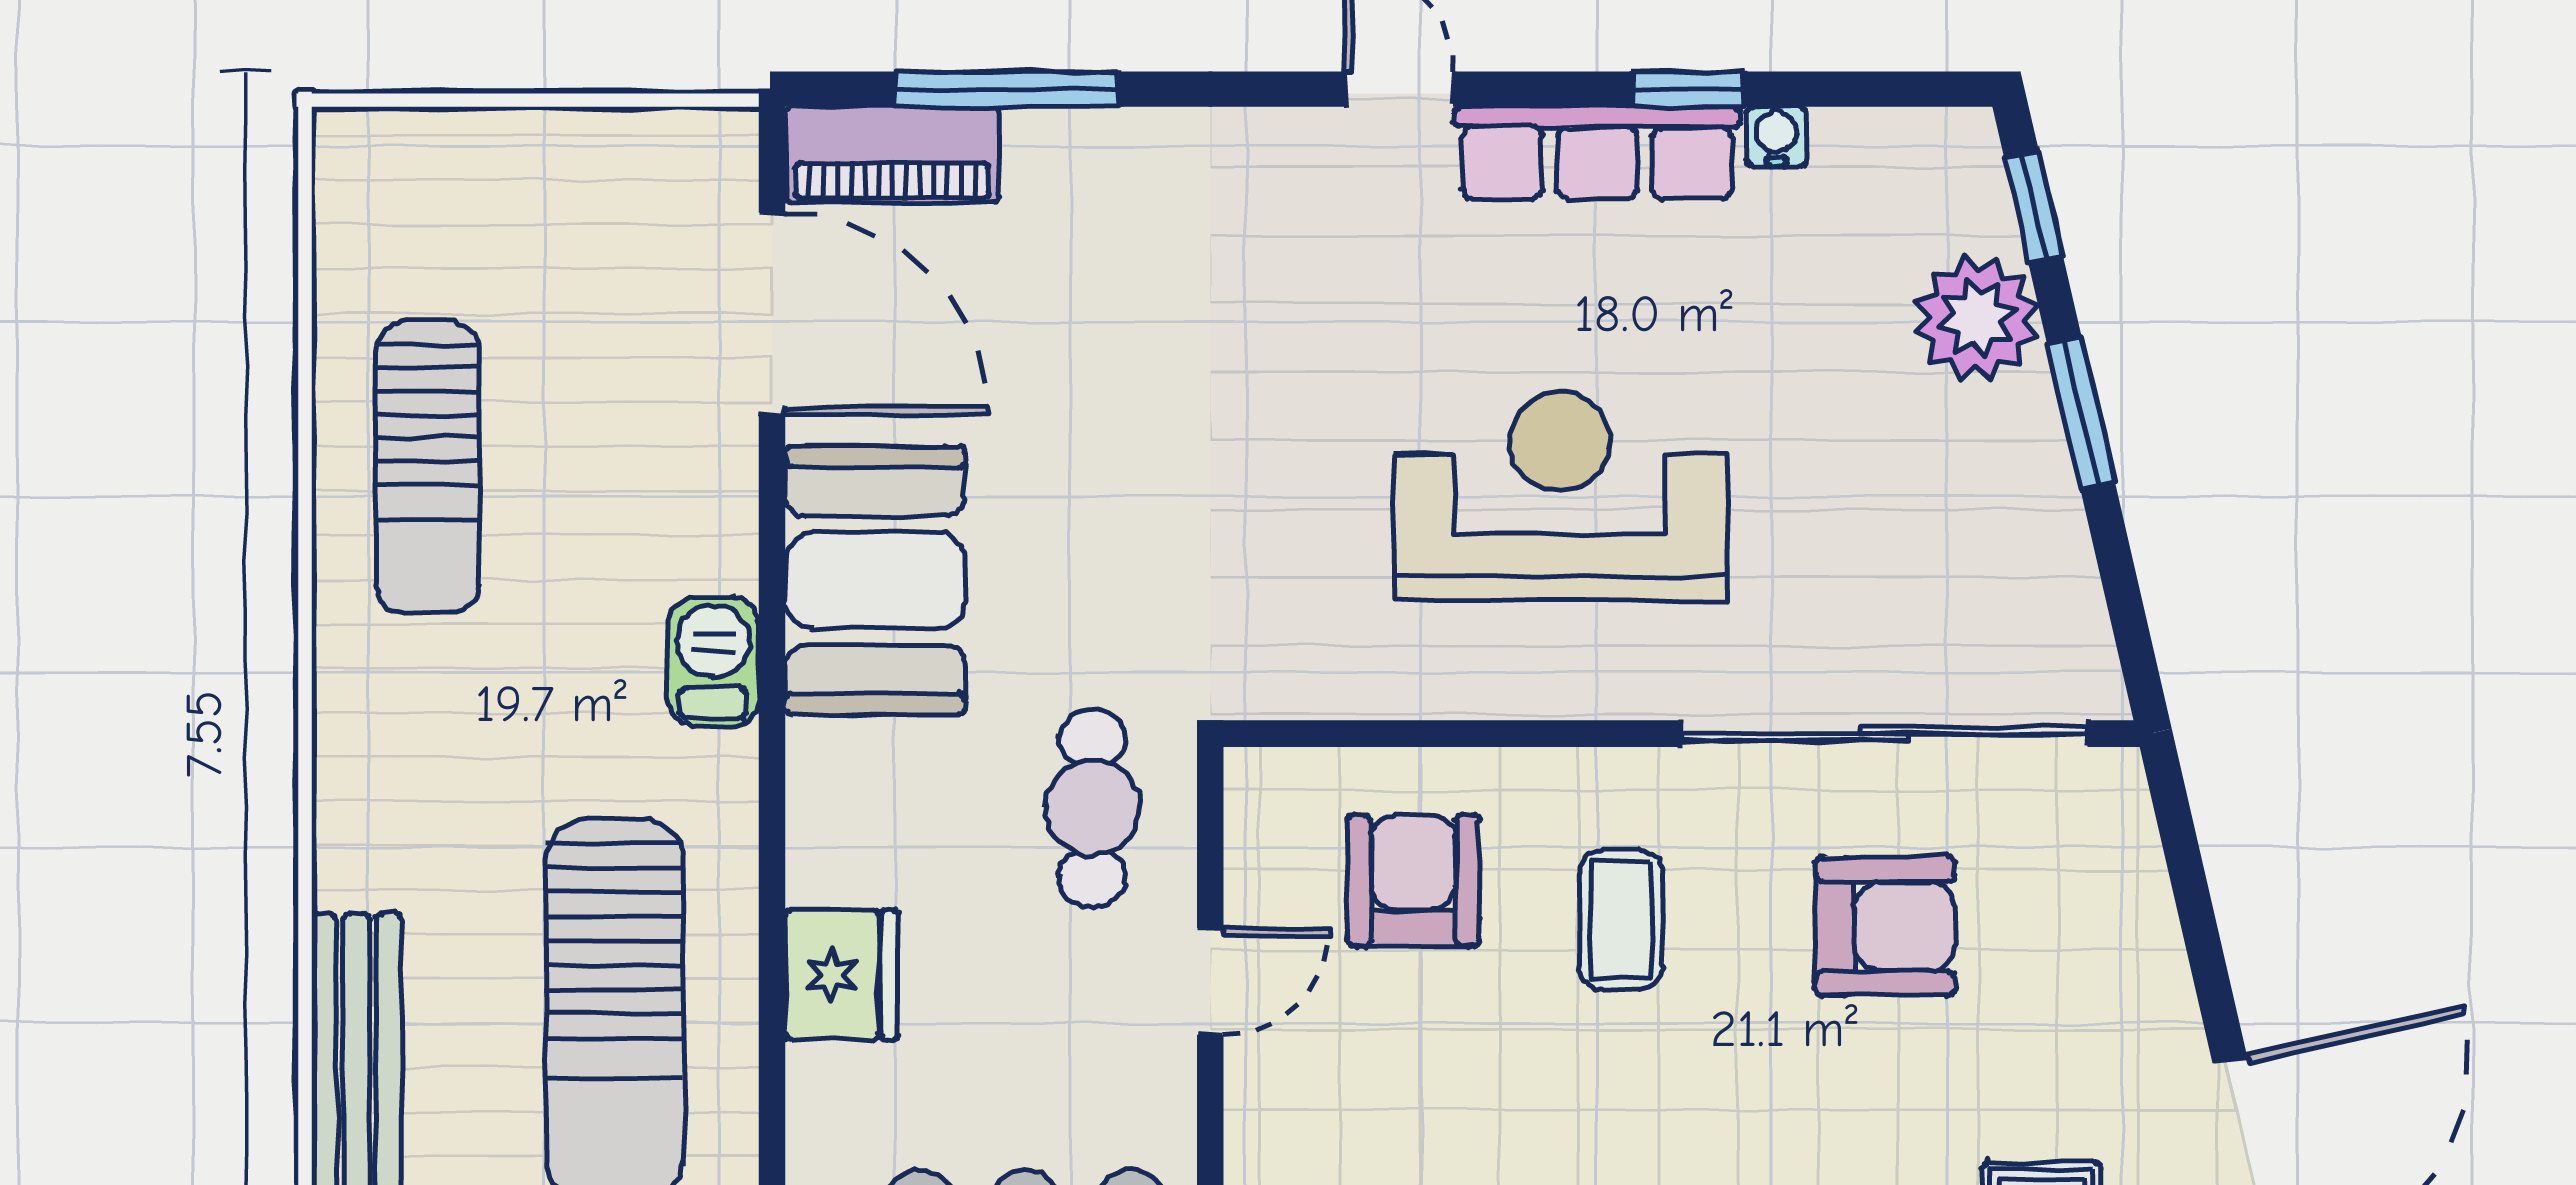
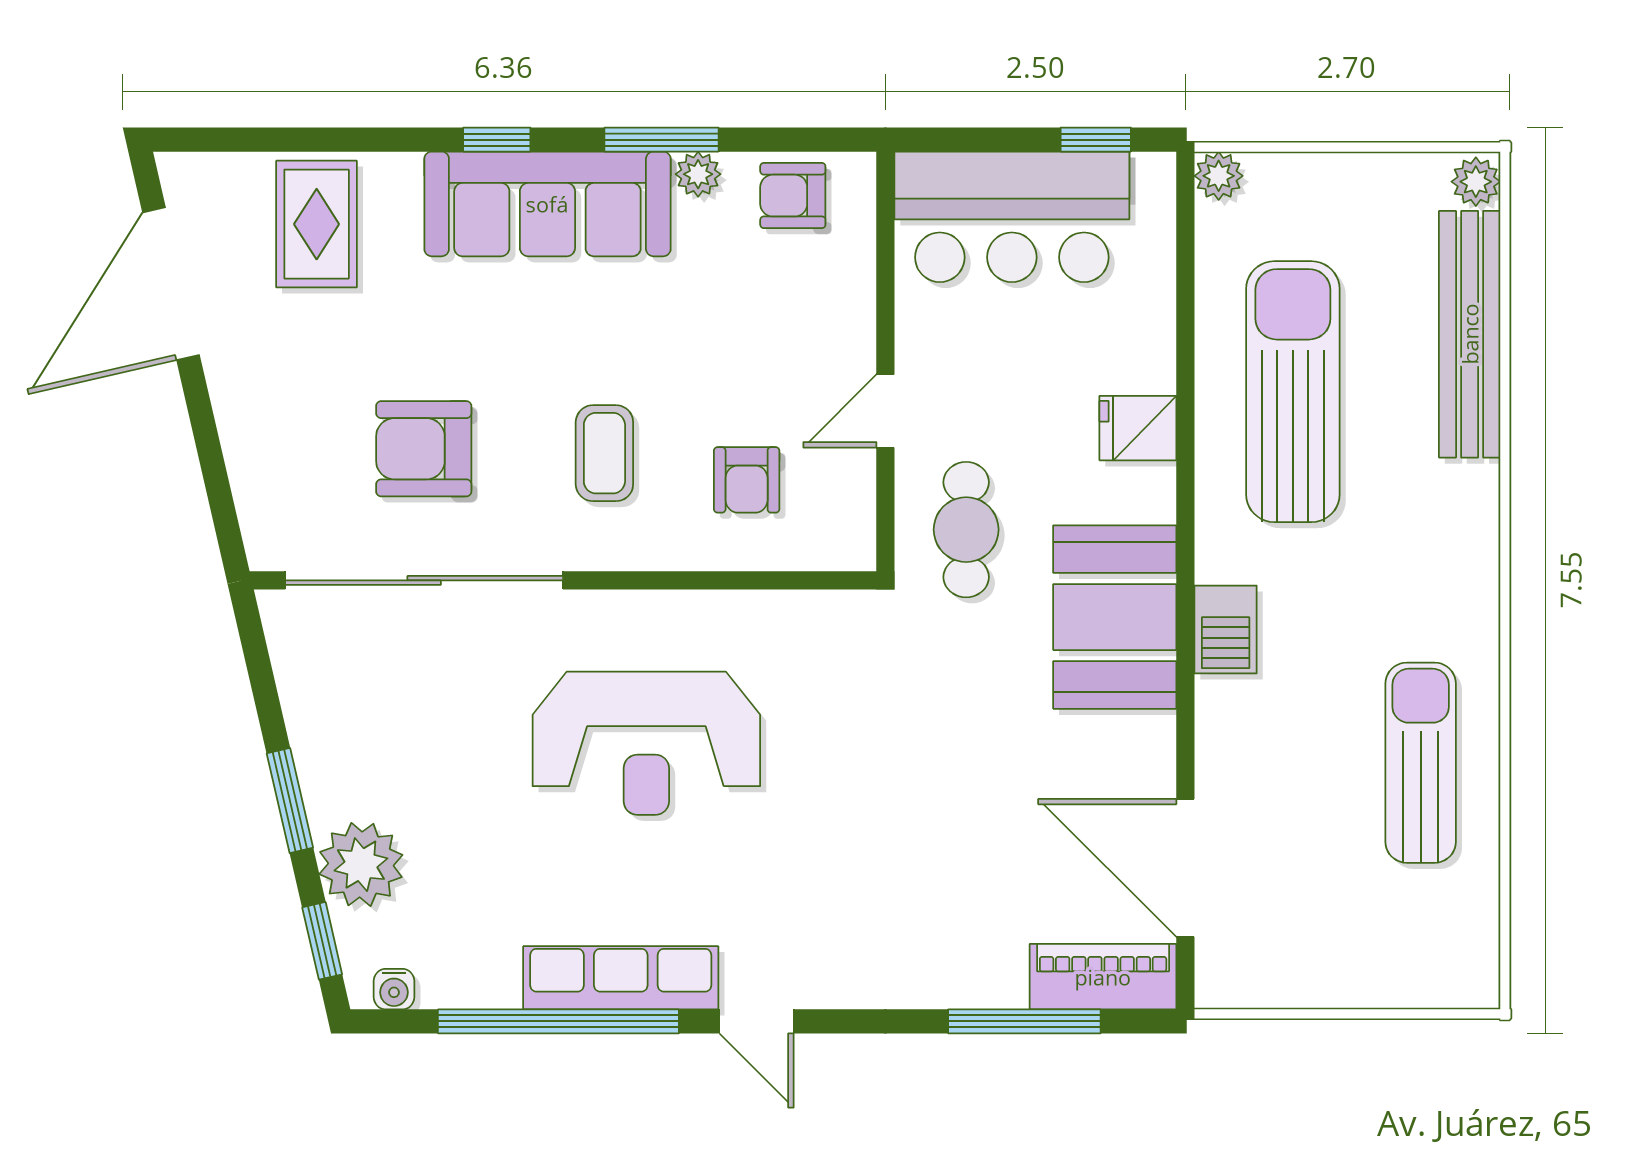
window: (1688, 89) -> (558, 1021), width x3.17
water cooler: (1776, 136) -> (394, 989), moved
booth: (875, 580) -> (1115, 617), moved
armchair: (1413, 881) -> (747, 480), width x0.72, depth x0.72
fridge: (841, 975) -> (1138, 428), width x0.72

